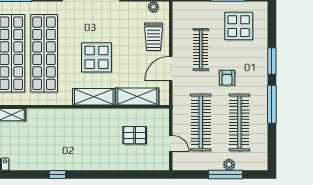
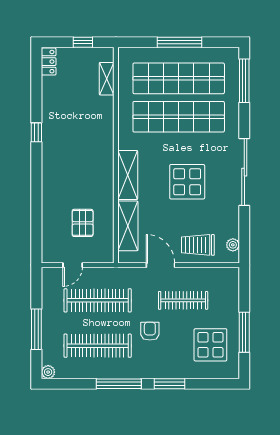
display table: (96, 57) -> (187, 182), moved
armchair: (227, 78) -> (150, 331), turned 90
plant: (229, 165) -> (48, 372), moved

